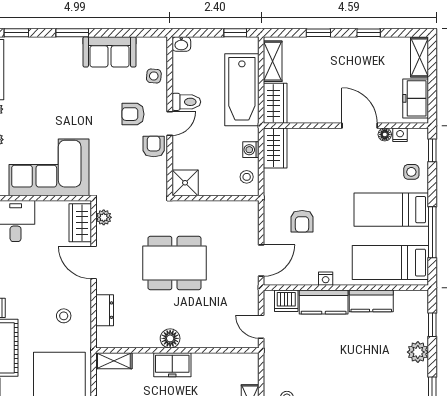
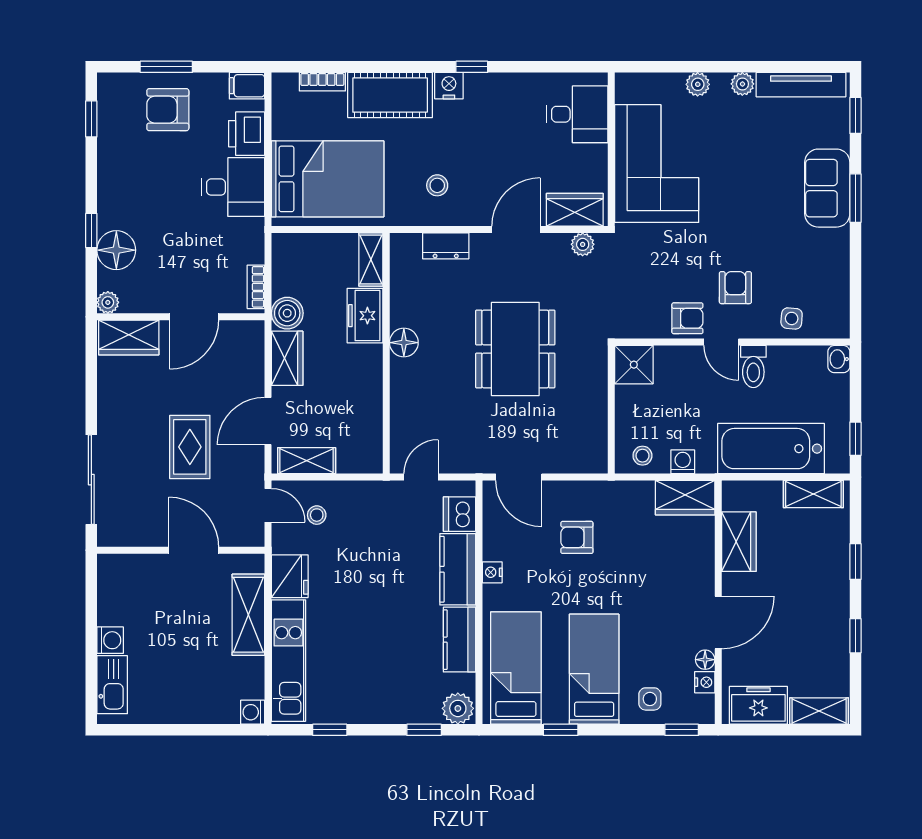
sofa: (110, 52) -> (827, 188), moved
wardrobe: (275, 103) -> (739, 542), moved, turned -90
window: (432, 232) -> (561, 730), width x0.46
plant: (418, 352) -> (458, 708), moved
freezer: (172, 365) -> (365, 316), moved

